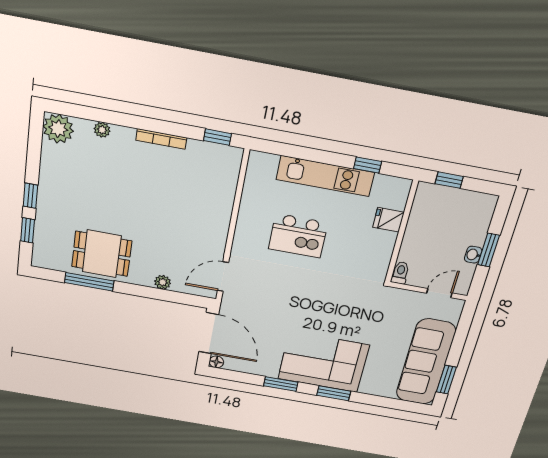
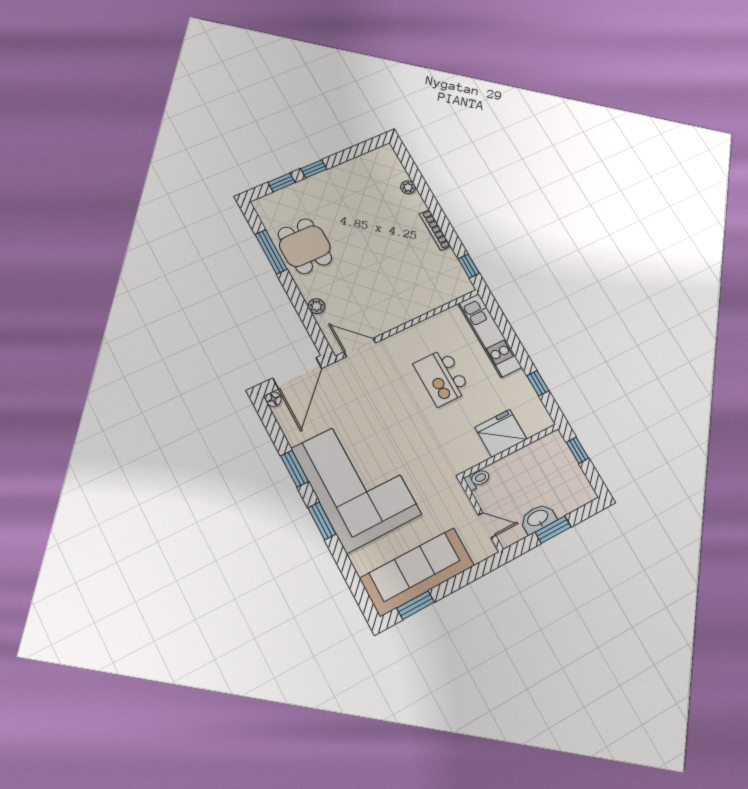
plant: (58, 129) -> (384, 159), removed
kitchen unit: (325, 176) -> (490, 335), moved
fridge: (388, 220) -> (501, 433), width x1.88, depth x1.34
washbasin: (473, 255) -> (538, 518), width x1.91, depth x1.45
corner sofa: (323, 362) -> (356, 481), width x1.36, depth x1.36

